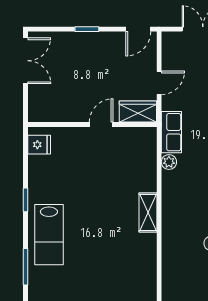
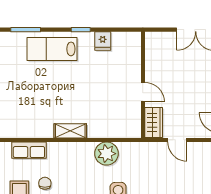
row of seats: (171, 132) -> (29, 150), moved
fridge: (39, 145) -> (103, 41), moved
plant: (169, 162) -> (107, 154), width x1.88, depth x1.88

